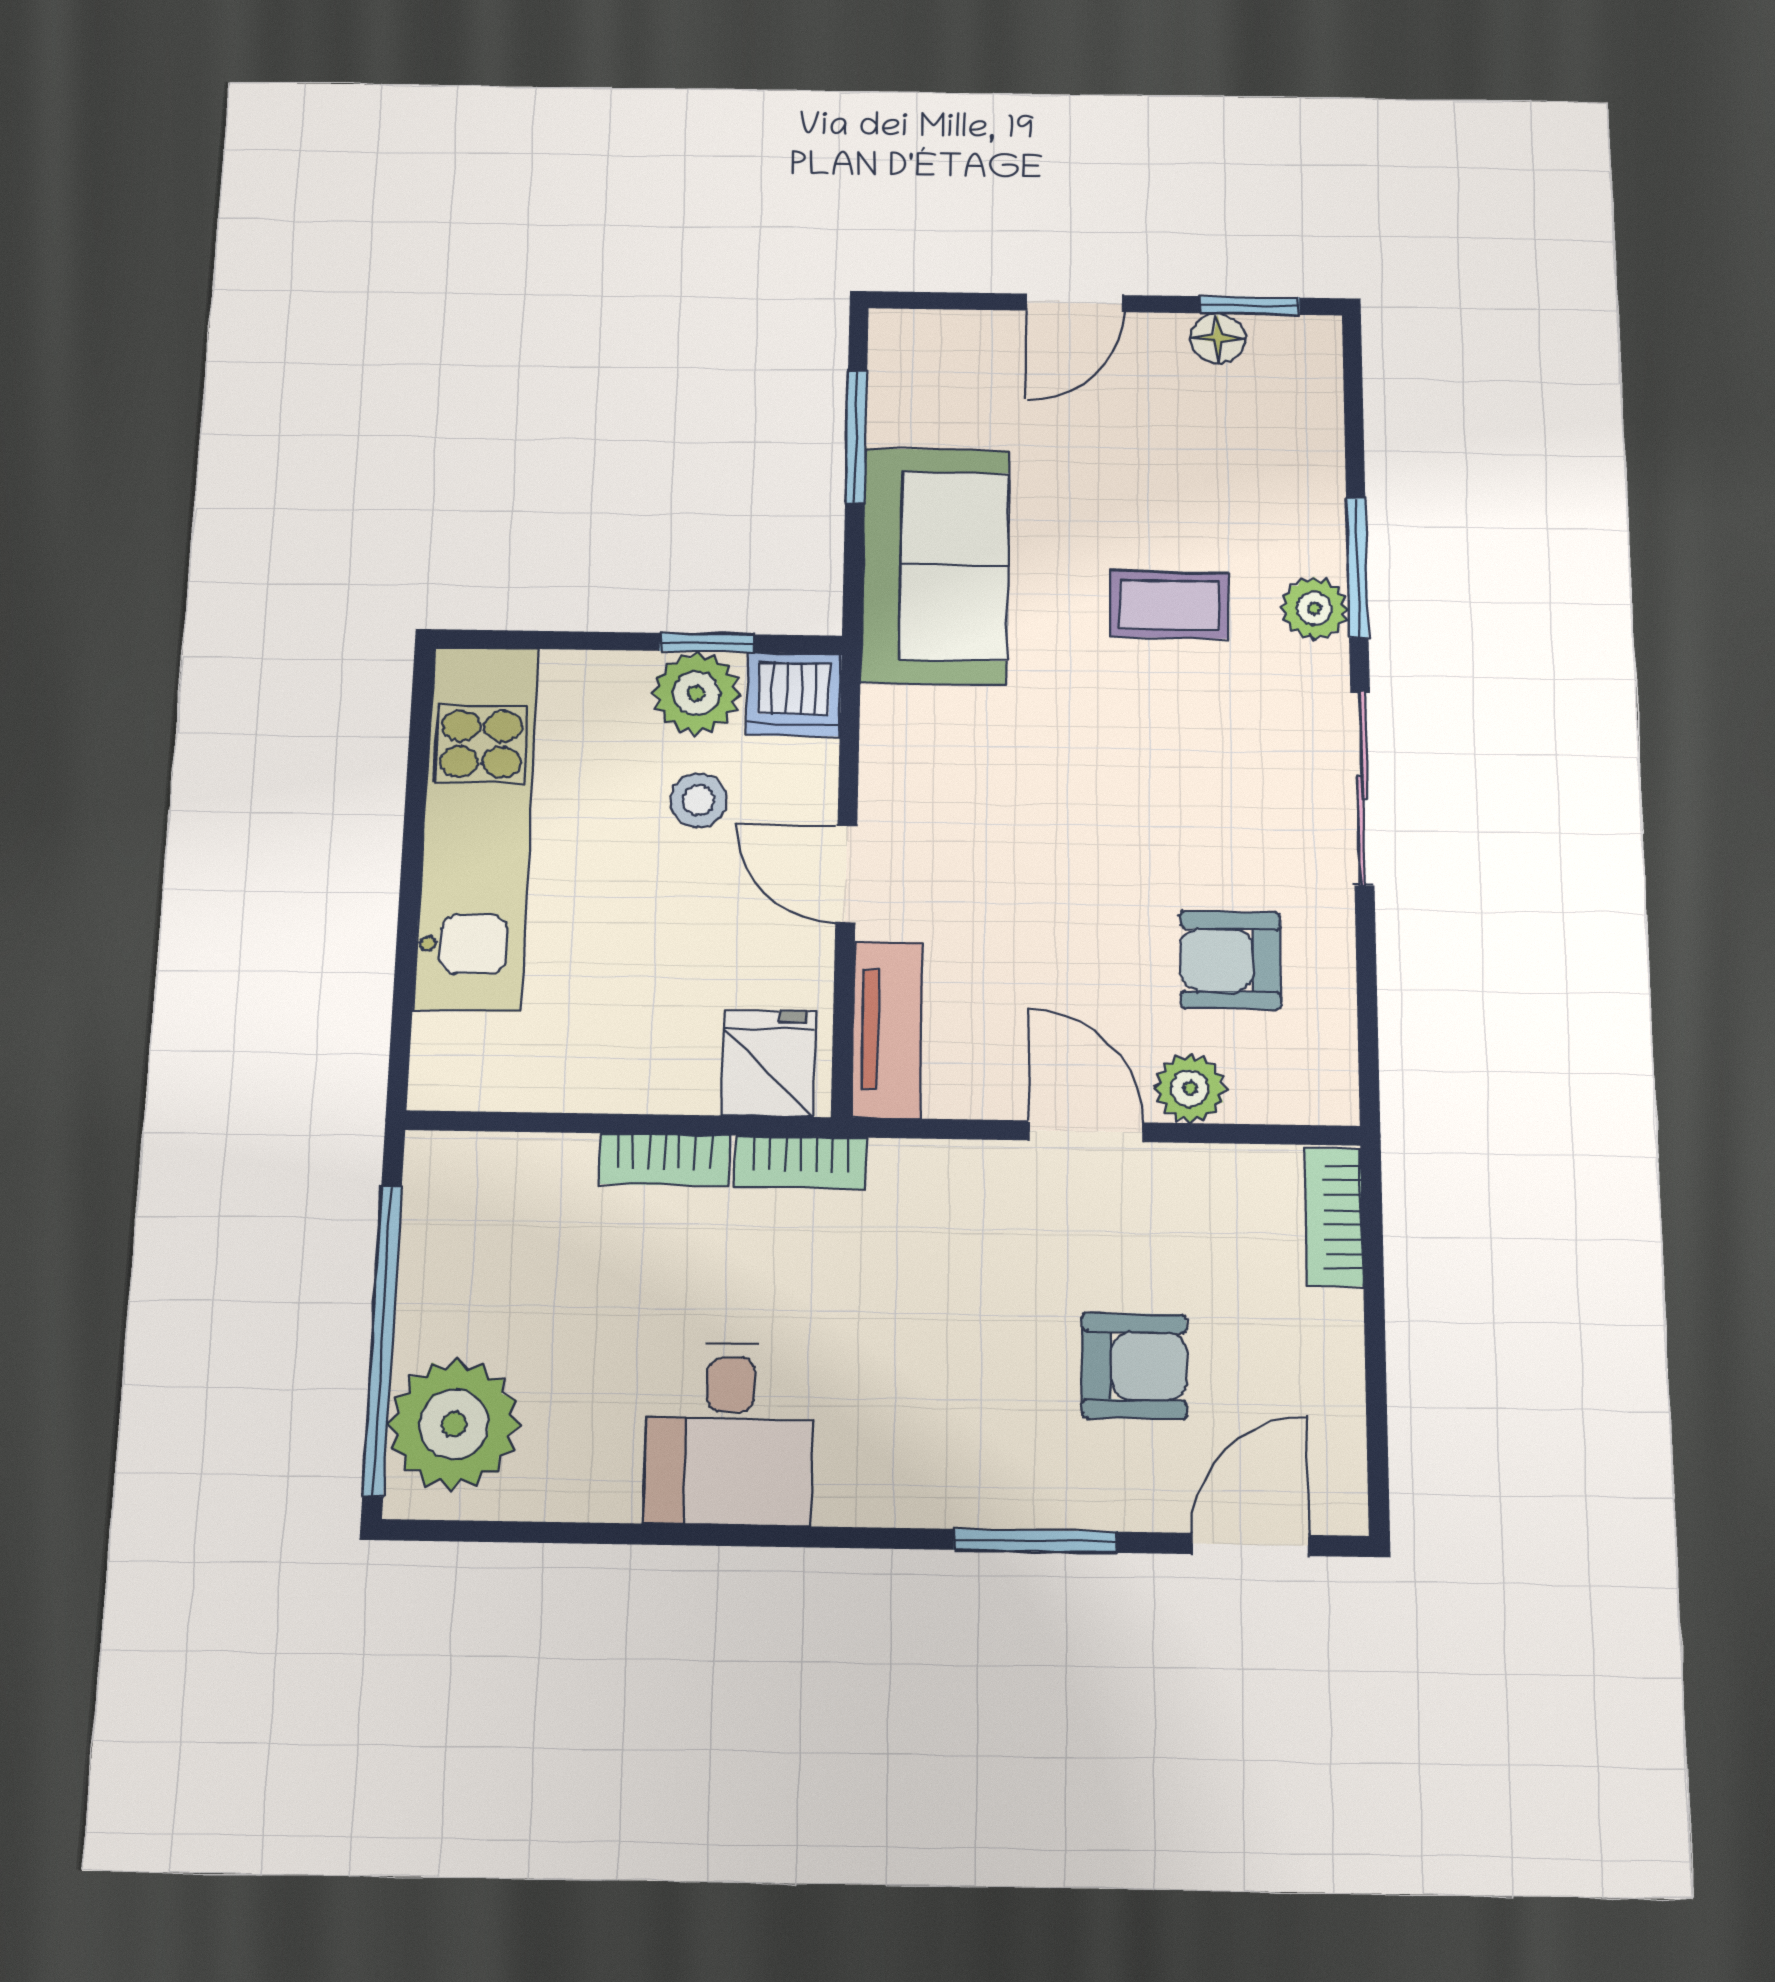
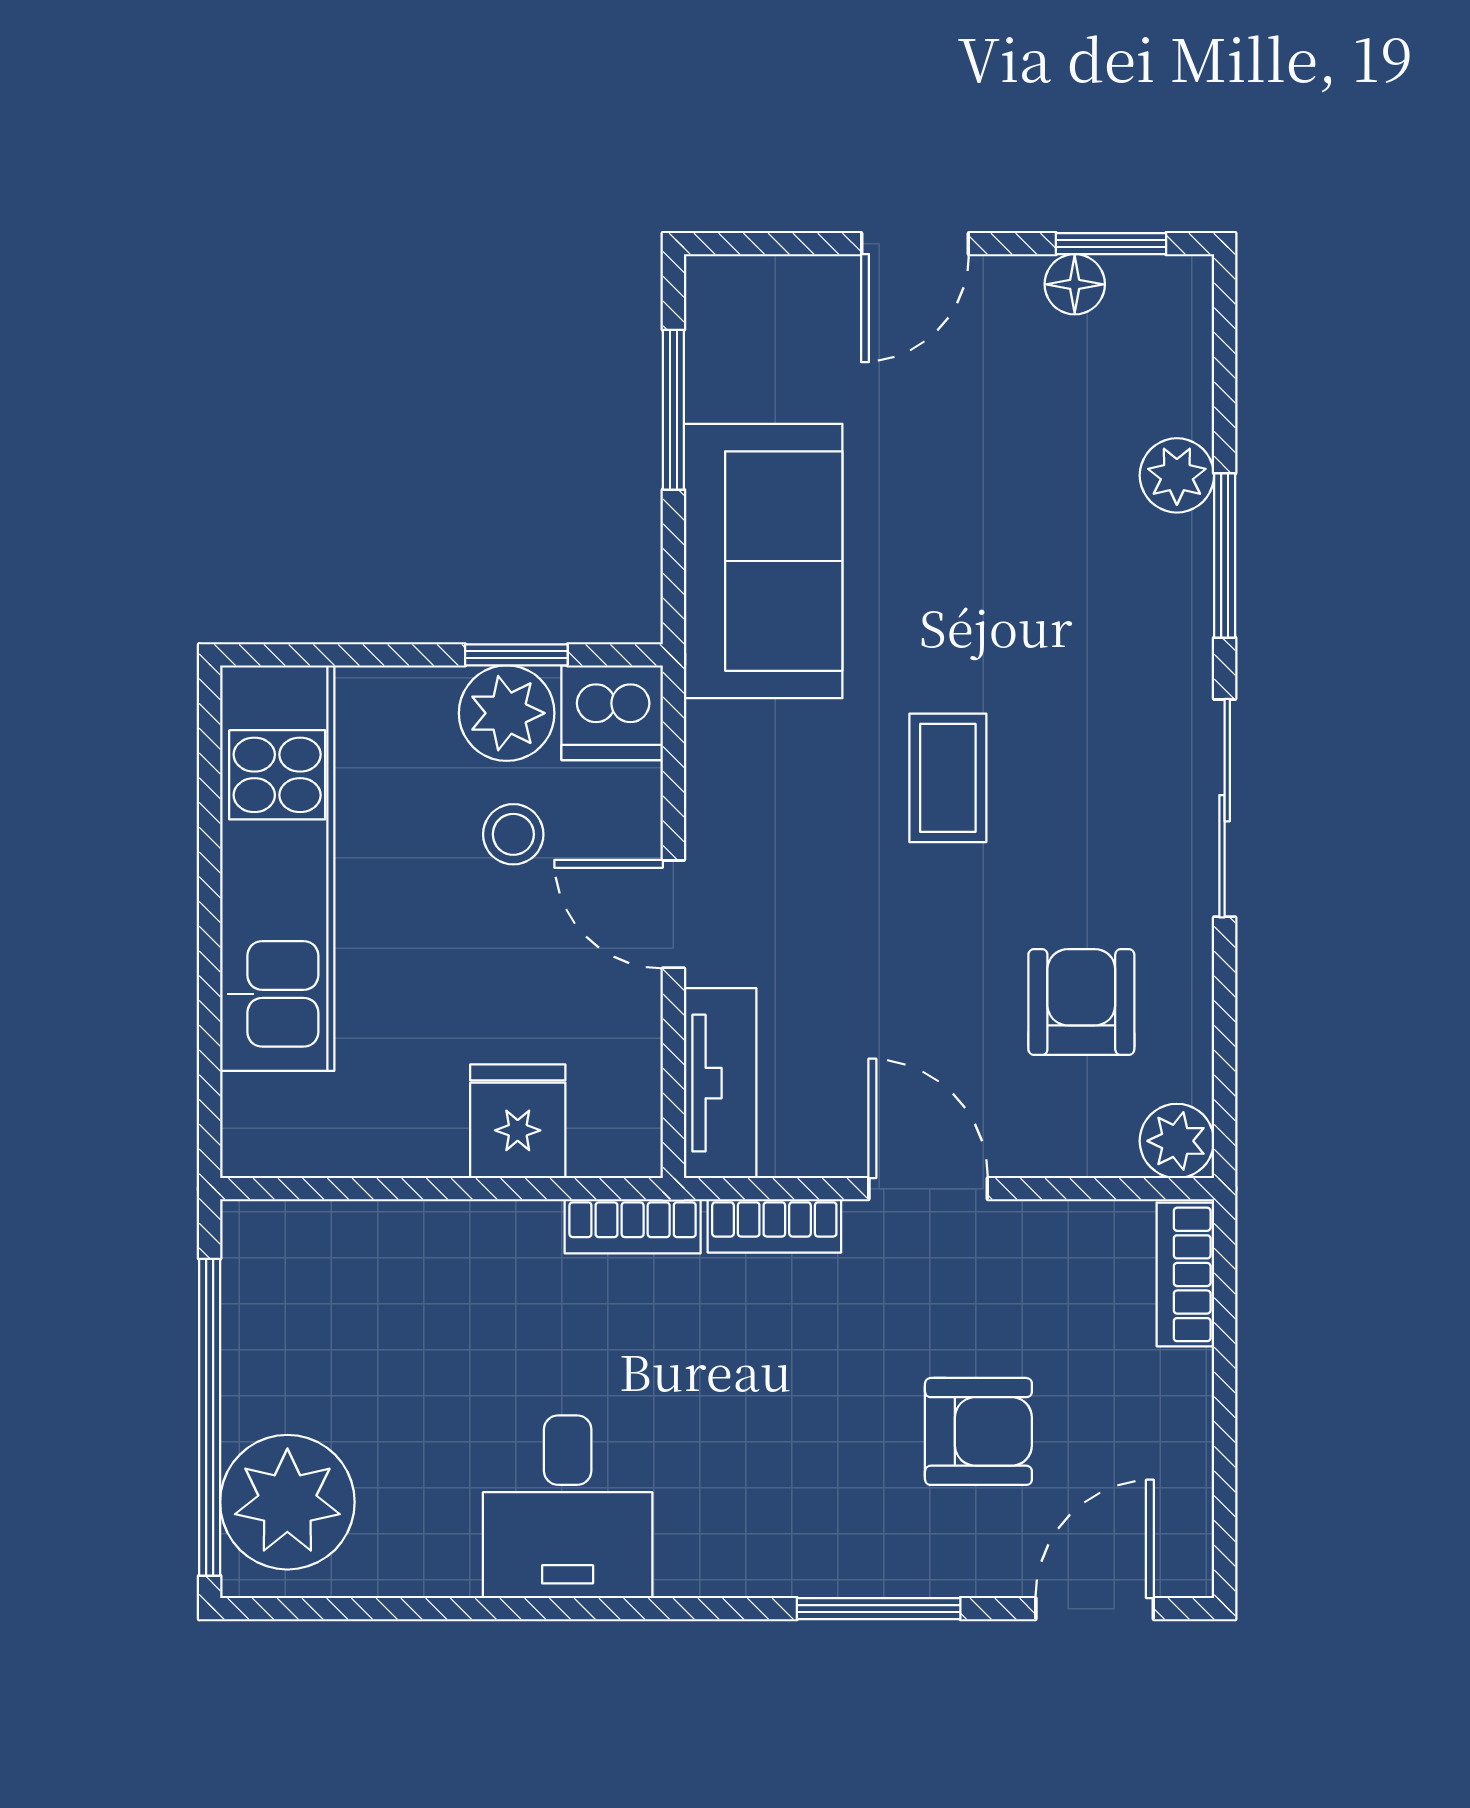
coffee table: (1169, 605) -> (948, 778), moved, turned 90
plant: (1314, 608) -> (1177, 475), moved
armchair: (1231, 960) -> (1081, 1002), turned 90
fridge: (768, 1063) -> (518, 1121), moved
plant: (1190, 1088) -> (1177, 1141), moved
bookcase: (664, 1160) -> (774, 1226), moved

